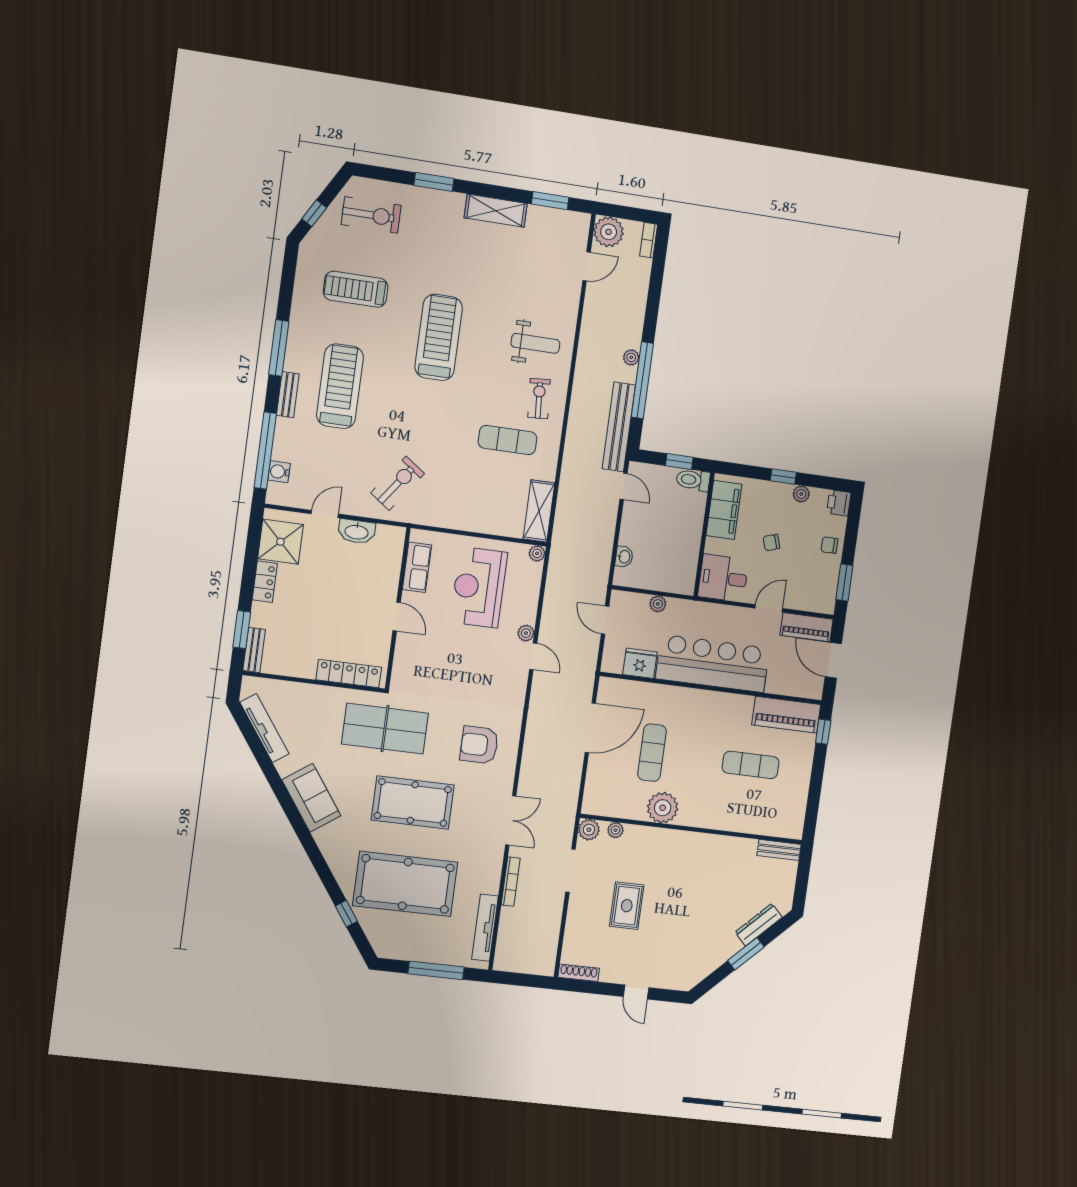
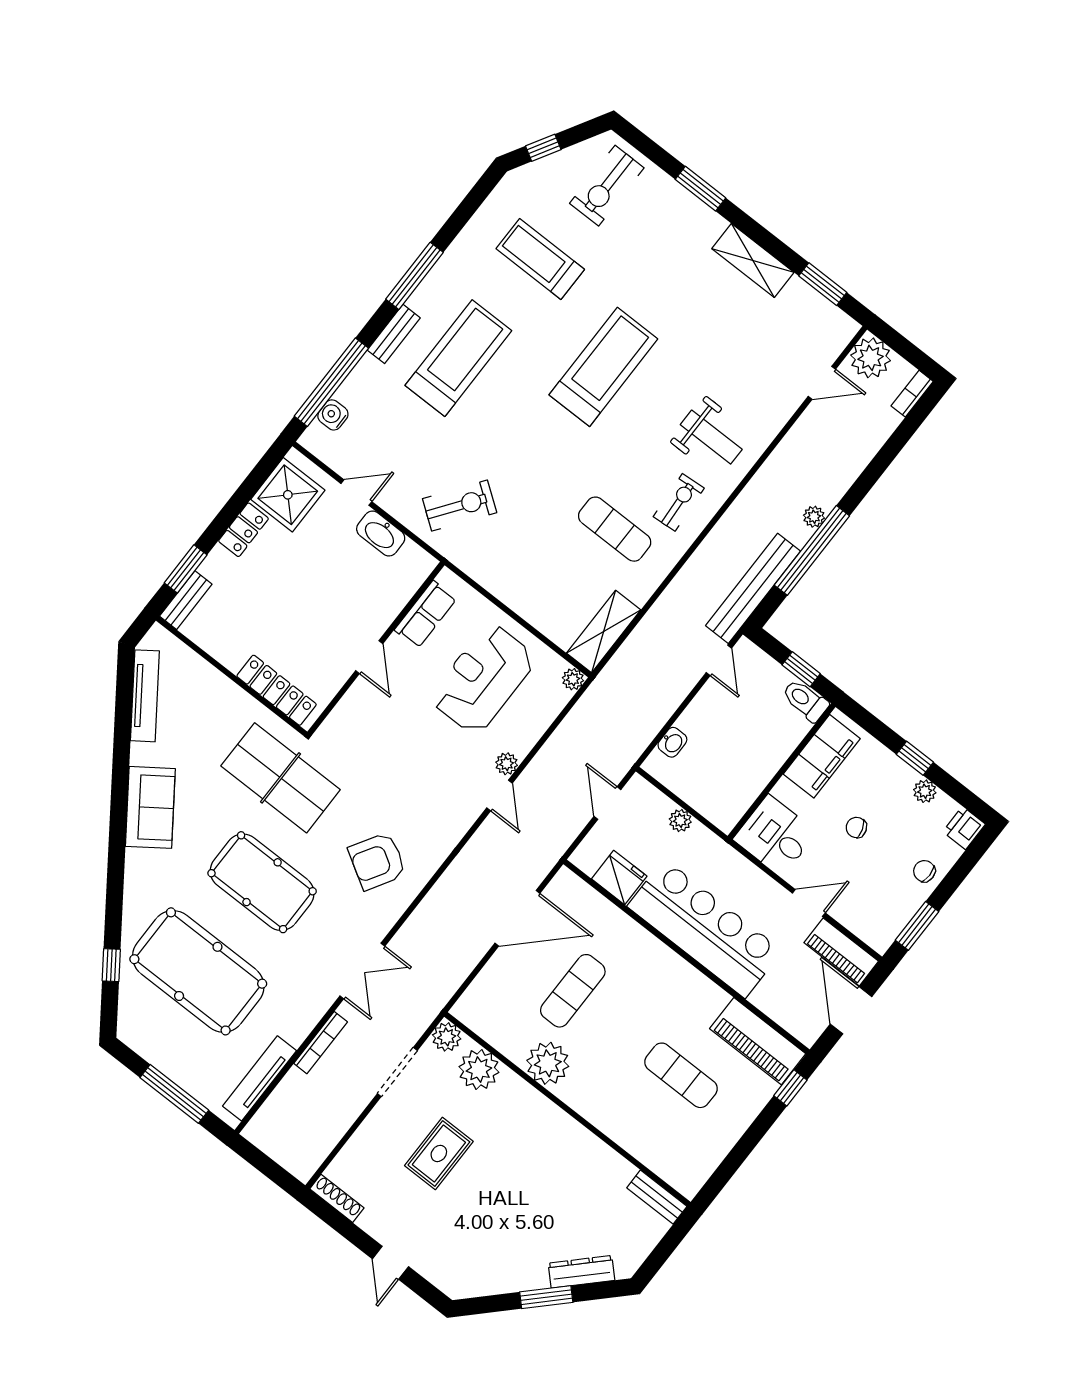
exercise bike: (371, 215) -> (607, 186), turned 90
armchair: (479, 745) -> (377, 861), turned -59
plant: (615, 830) -> (479, 1069), width x1.87, depth x1.87

